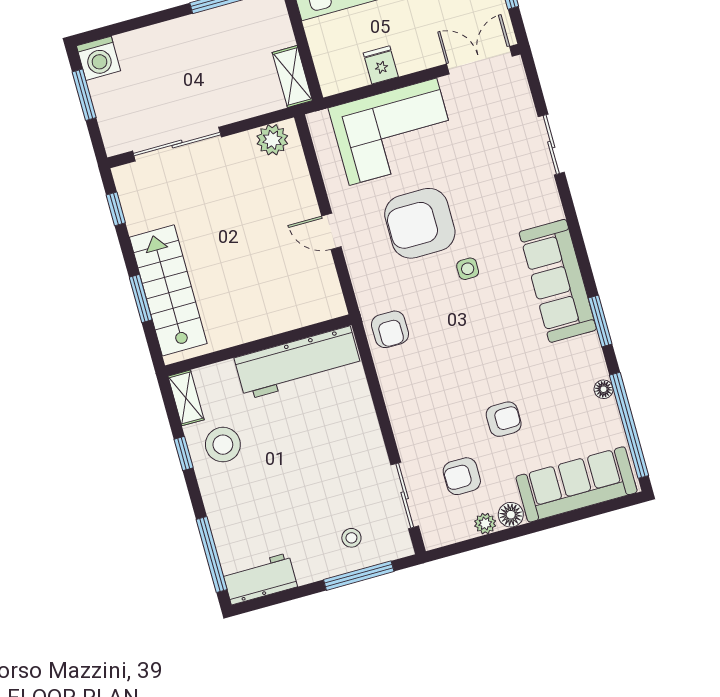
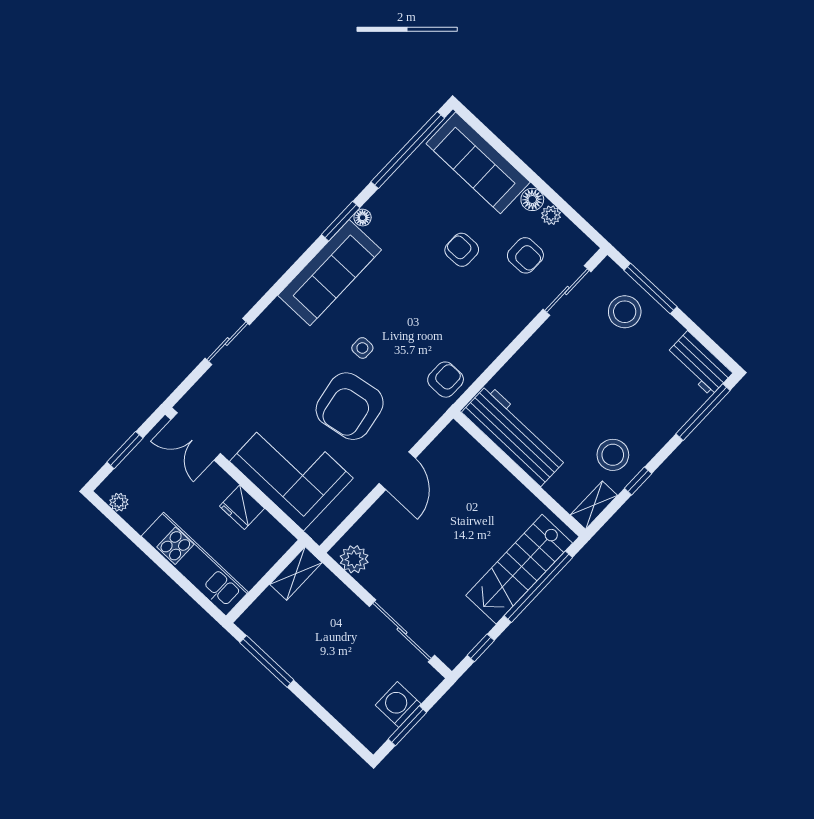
washing machine: (99, 58) -> (398, 705), moved, turned -90
fridge: (381, 65) -> (242, 507), width x1.38
armchair: (420, 223) -> (350, 406), turned 80
door: (331, 231) -> (397, 471), width x1.38
window: (141, 299) -> (538, 587), width x2.11
floor lamp: (604, 389) -> (363, 218), moved
stool: (351, 538) -> (625, 312), width x1.89, depth x1.89

